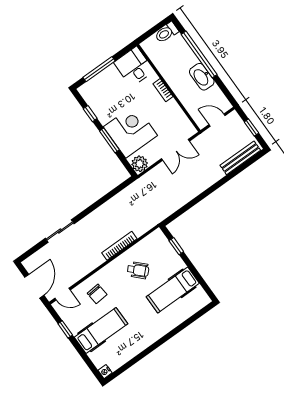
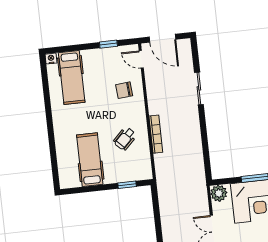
door: (62, 294) -> (141, 59), hinge flipped
hospital bed: (101, 331) -> (72, 77), moved

